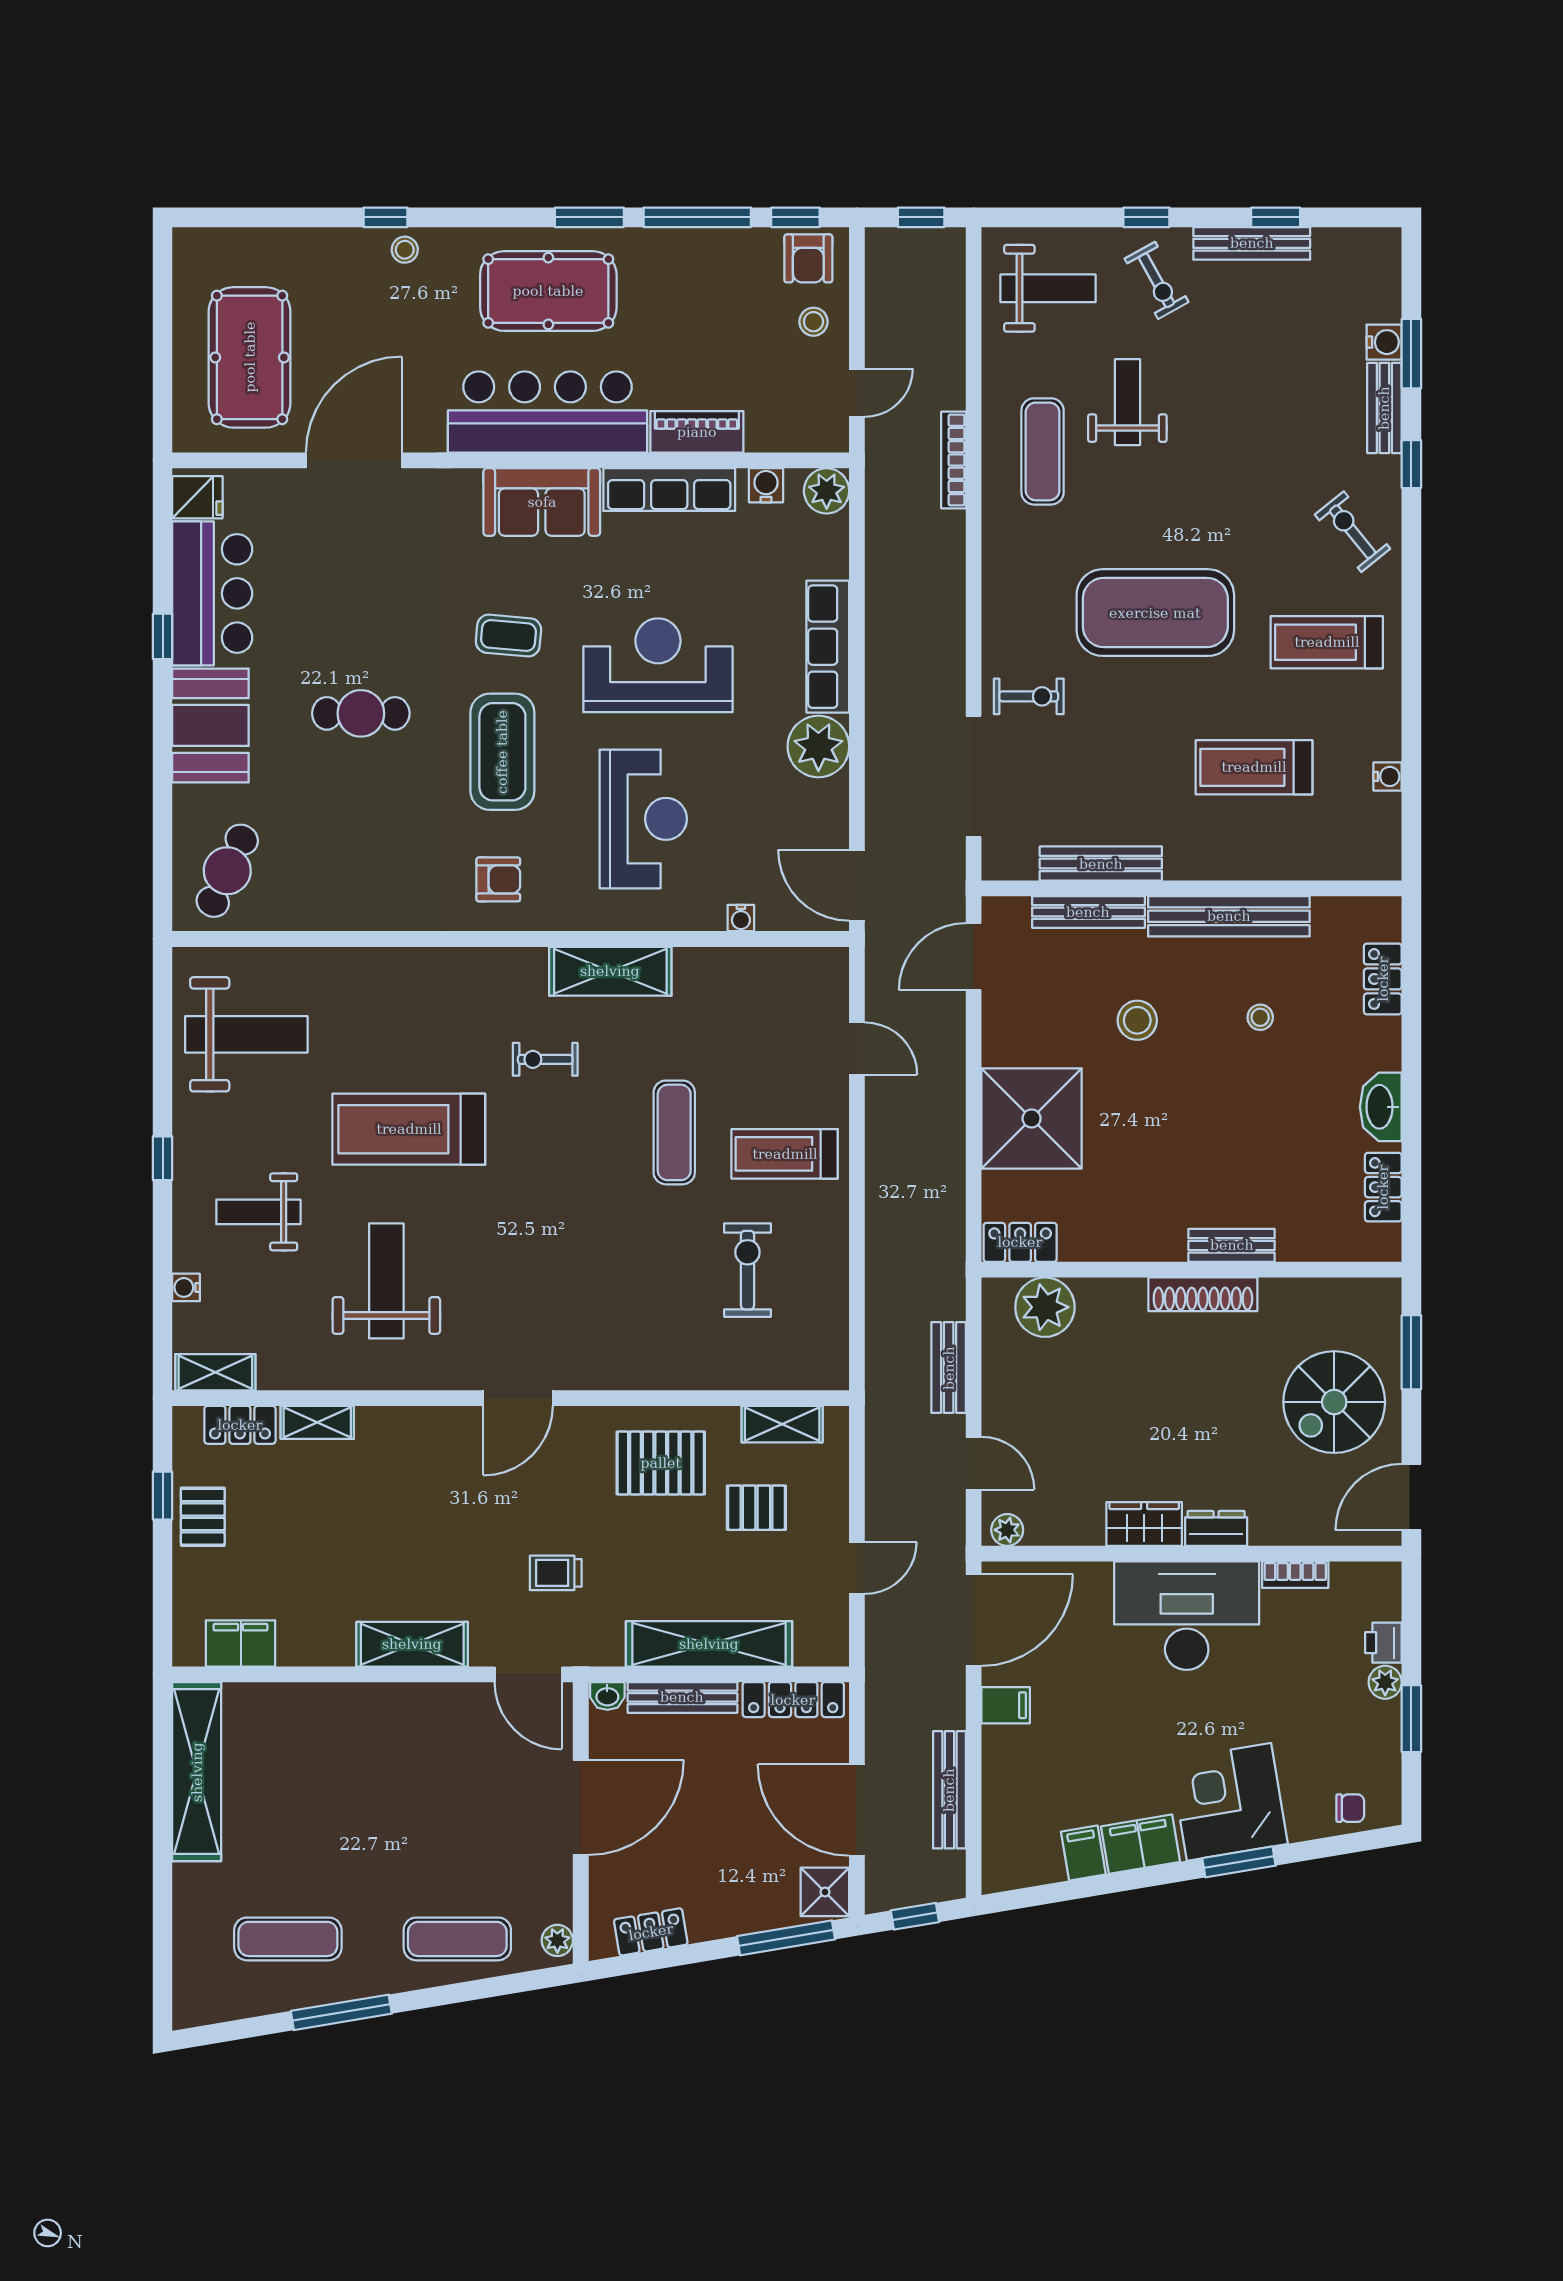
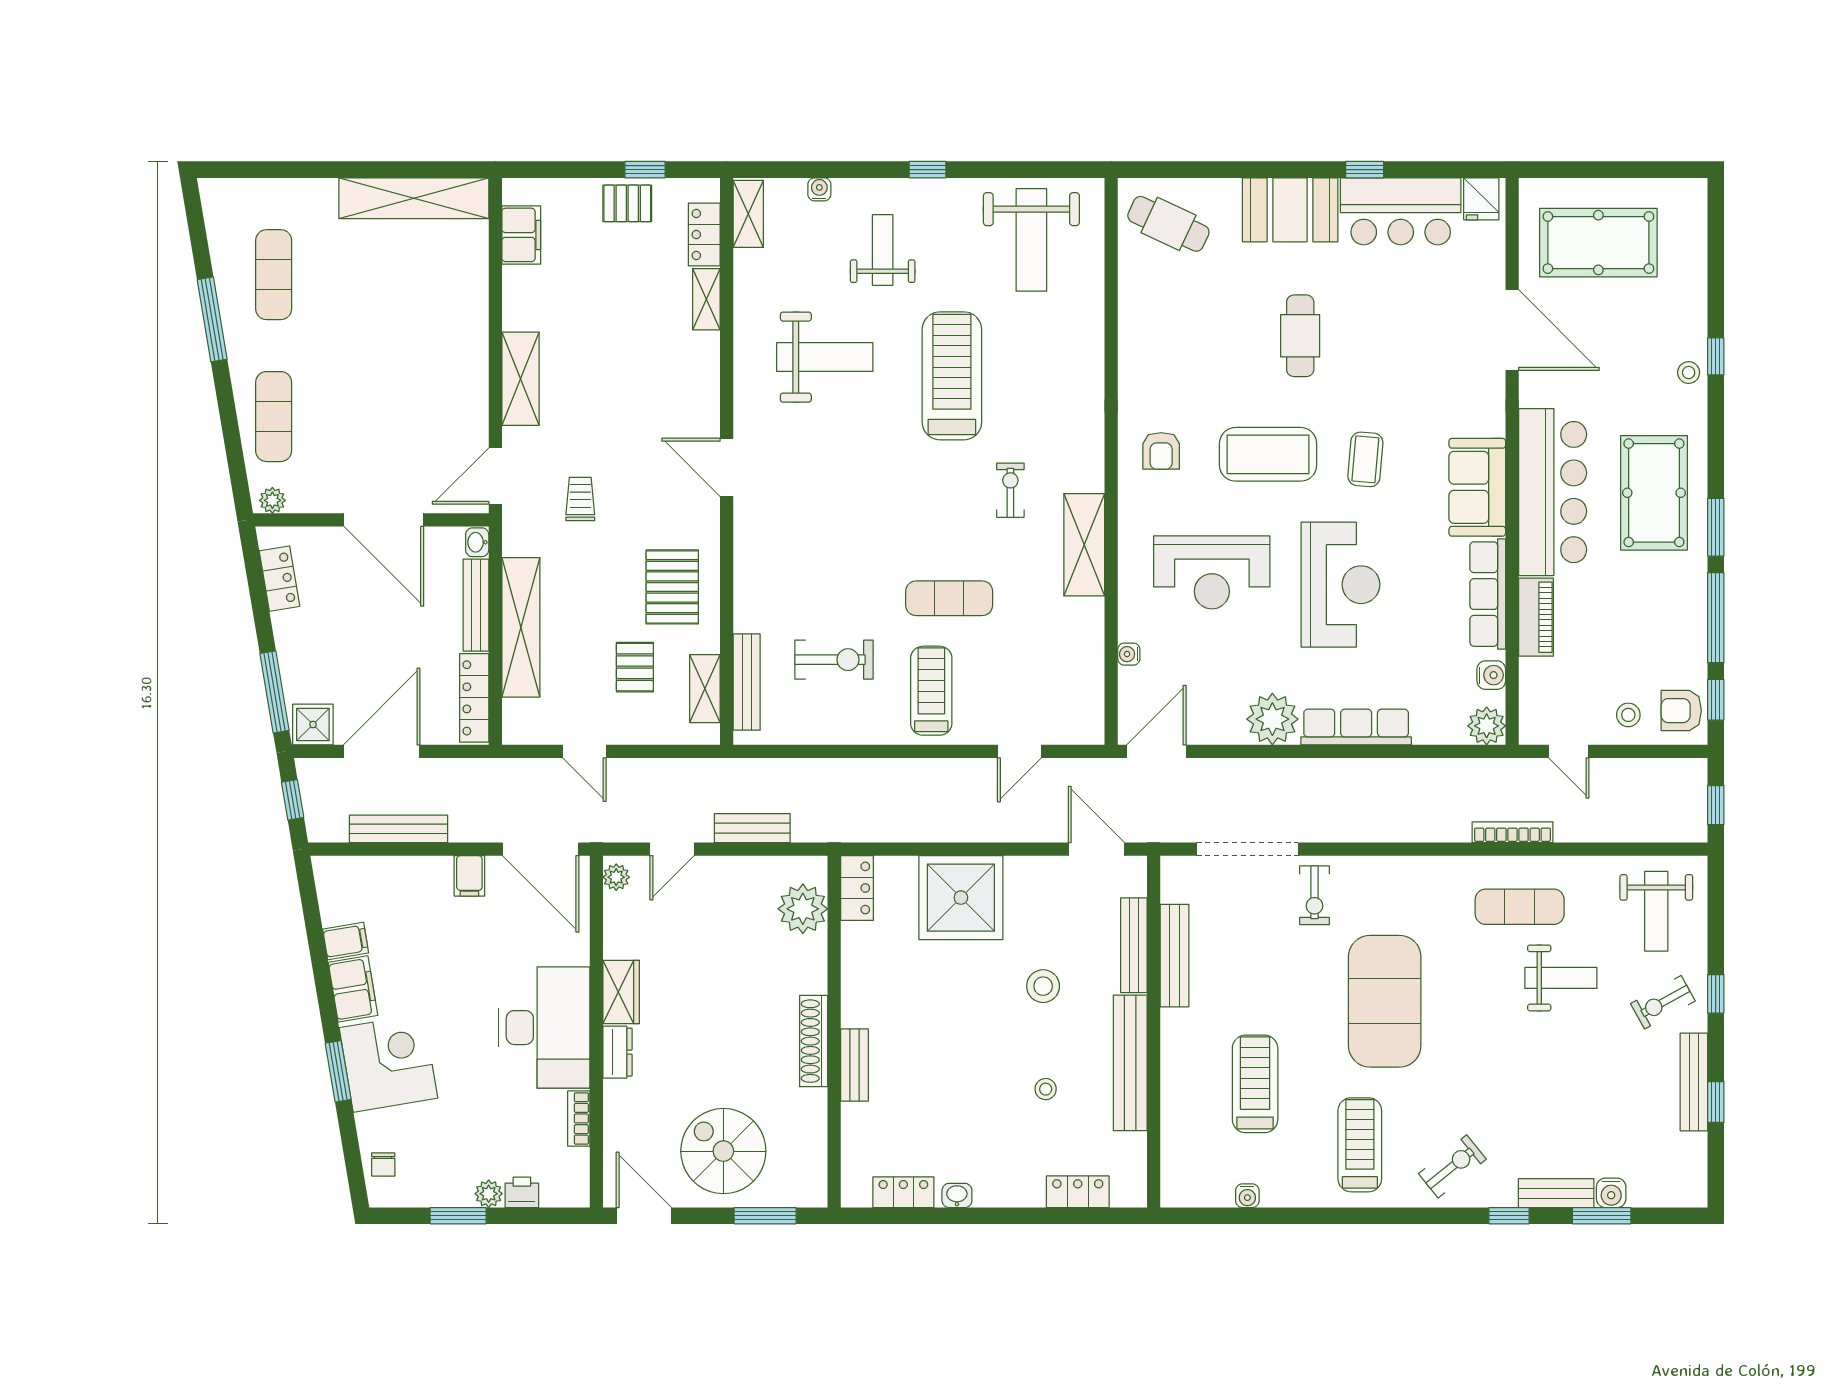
washbasin: (1381, 1107) -> (957, 1195), width x0.52, depth x0.69
bench: (774, 1374) -> (747, 682), added

